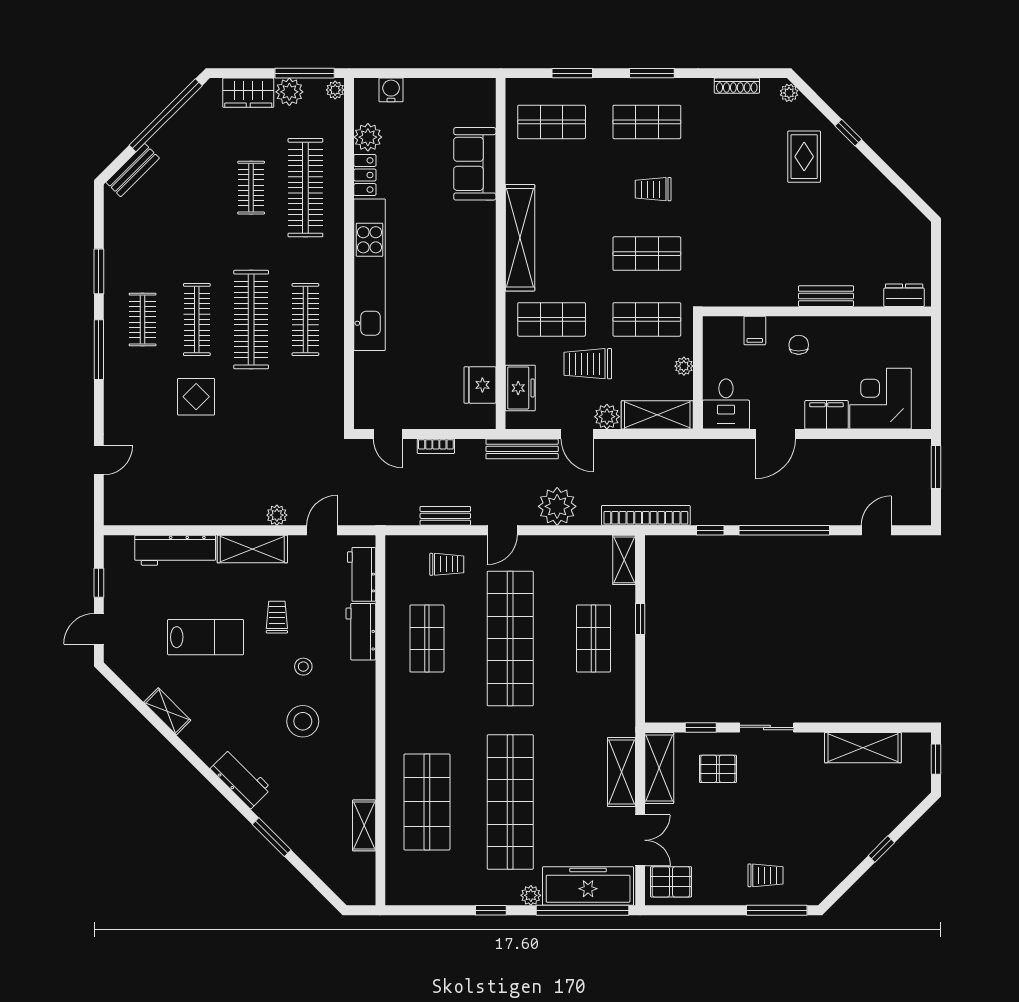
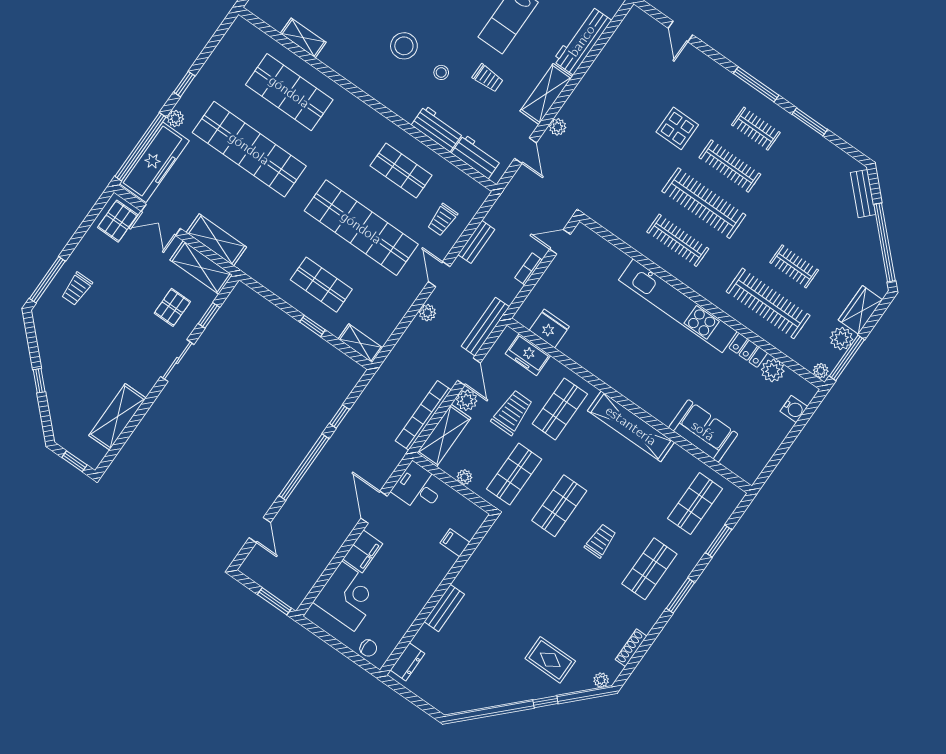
chair: (799, 345) -> (368, 648), moved
door: (577, 434) -> (469, 372), swing flipped
plant: (557, 506) -> (427, 313), width x0.53, depth x0.53
bookcase: (646, 515) -> (423, 415), moved, turned 180

